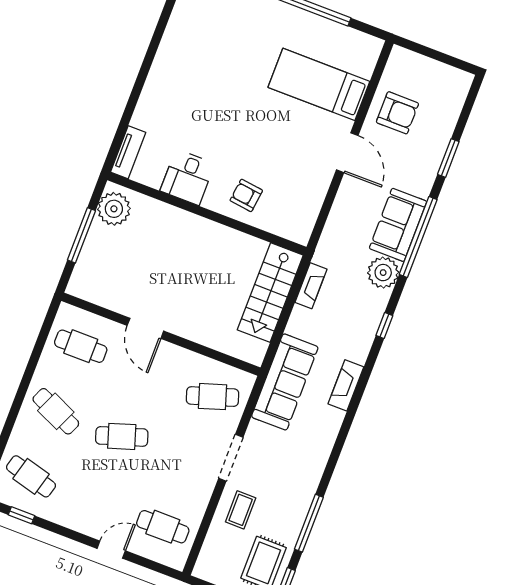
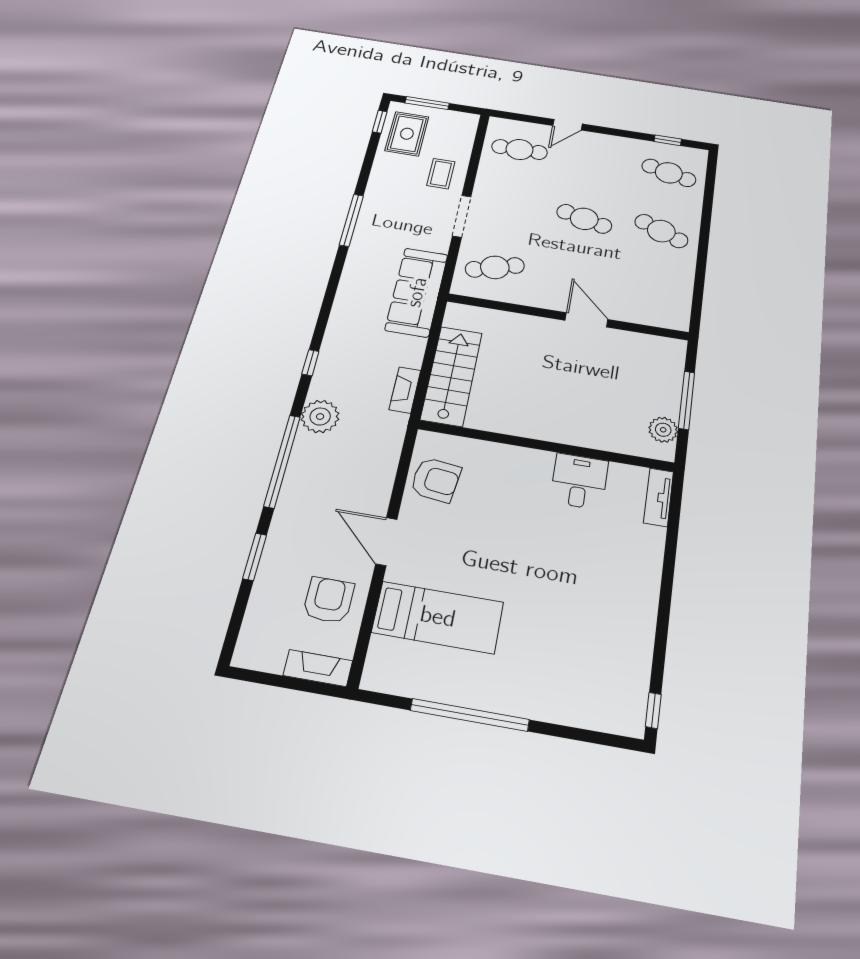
armchair: (397, 113) -> (329, 600), turned 90
armchair: (246, 195) -> (436, 480), moved, width x1.38, depth x1.38
plant: (114, 209) -> (663, 430), width x0.73, depth x0.73
sofa: (398, 225) -> (309, 470), removed
cafe table: (81, 346) -> (653, 293), removed
fireplace: (346, 385) -> (318, 668), moved, turned -90
cafe table: (122, 436) -> (584, 219), turned 33
window: (309, 523) -> (351, 220), moved

